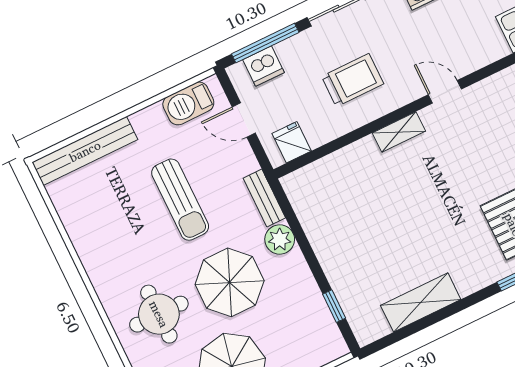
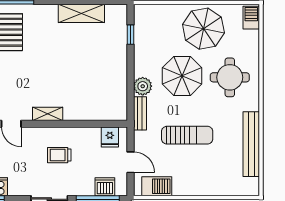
trolley: (353, 80) -> (59, 155), width x0.73, depth x0.72
bench: (85, 151) -> (251, 144), moved, turned 90
sun lounger: (180, 200) -> (187, 135), turned 90

